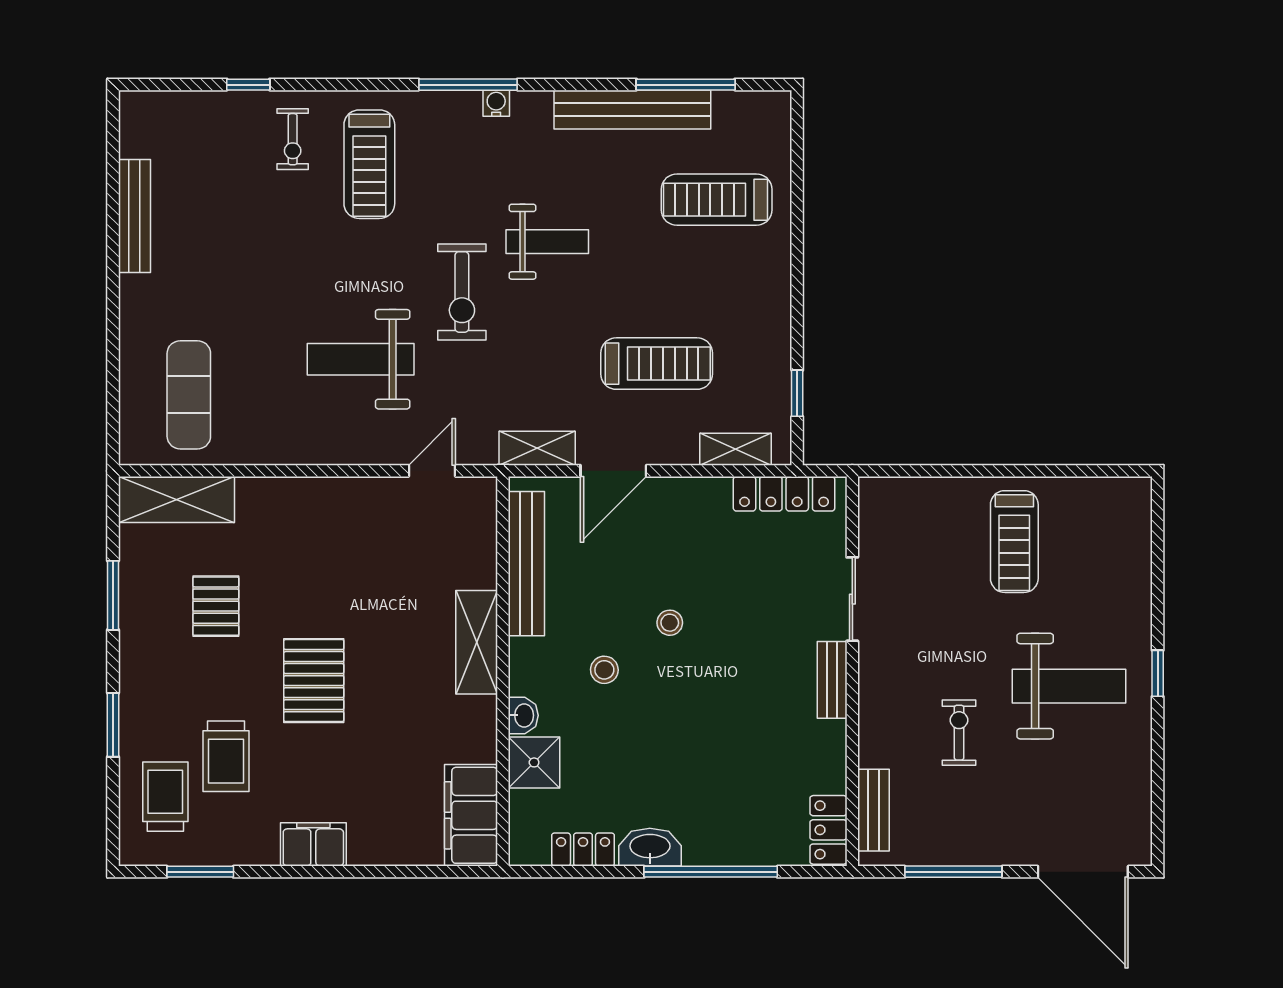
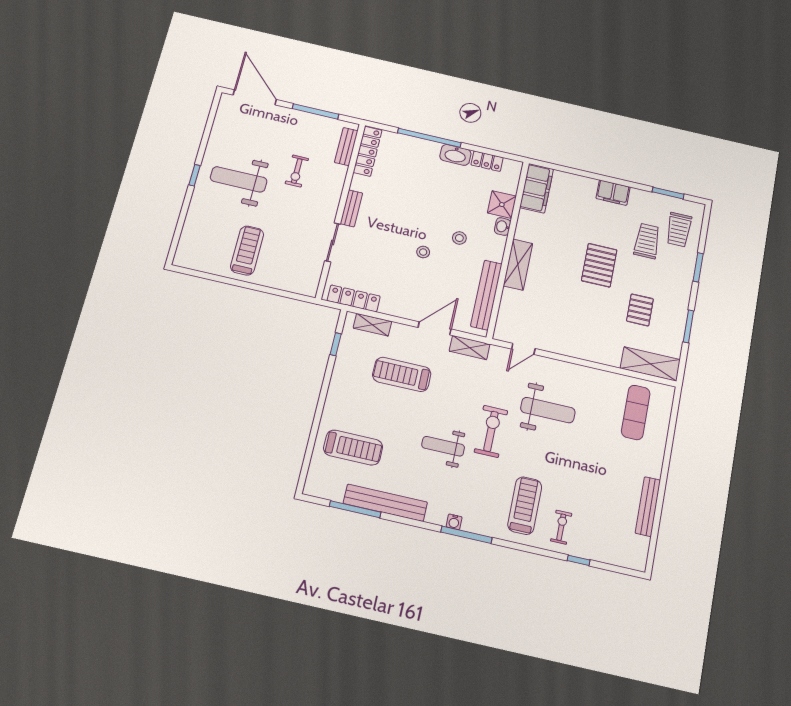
locker: (828, 830) -> (368, 151), width x1.53

